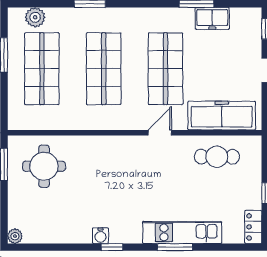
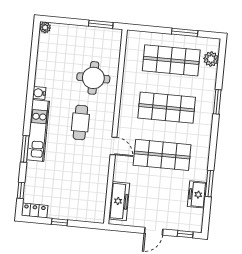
freezer: (222, 116) -> (119, 201), width x0.73, depth x0.79
cafe table: (217, 157) -> (80, 122), moved
round table: (44, 166) -> (93, 78), moved
kitchen unit: (182, 232) -> (38, 130), moved
window: (112, 247) -> (21, 190), moved

